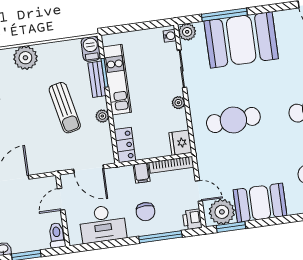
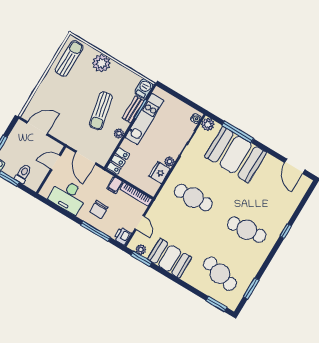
fridge: (180, 143) -> (160, 173), moved
plant: (222, 212) -> (141, 249), width x0.53, depth x0.53
toilet: (57, 235) -> (23, 174), moved

